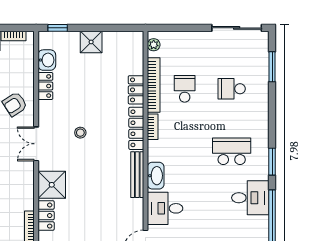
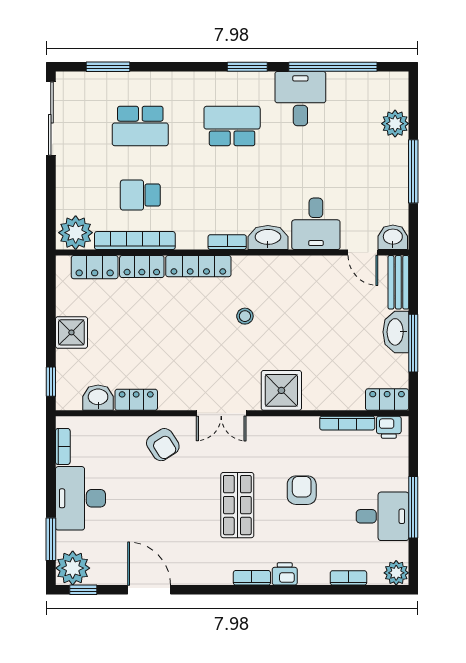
plant: (154, 45) -> (76, 233), width x1.88, depth x1.88
school desk: (232, 89) -> (140, 126), width x1.85
bookcase: (153, 127) -> (227, 242), moved
stool: (80, 133) -> (245, 316), moved
school desk: (232, 151) -> (232, 126), turned 90
bench: (137, 175) -> (266, 265), removed
locker: (46, 216) -> (95, 267), moved, turned 180

